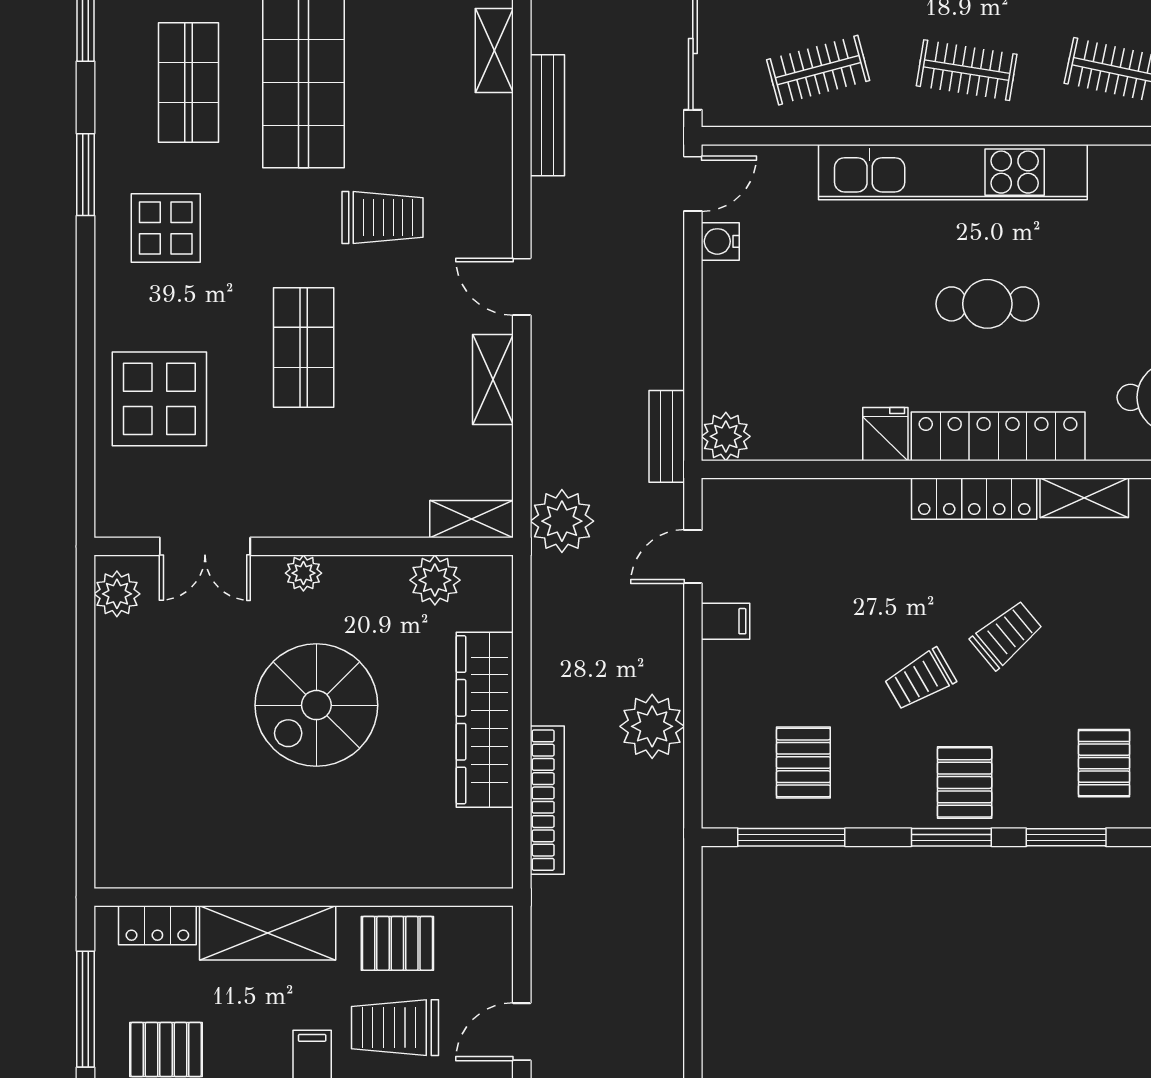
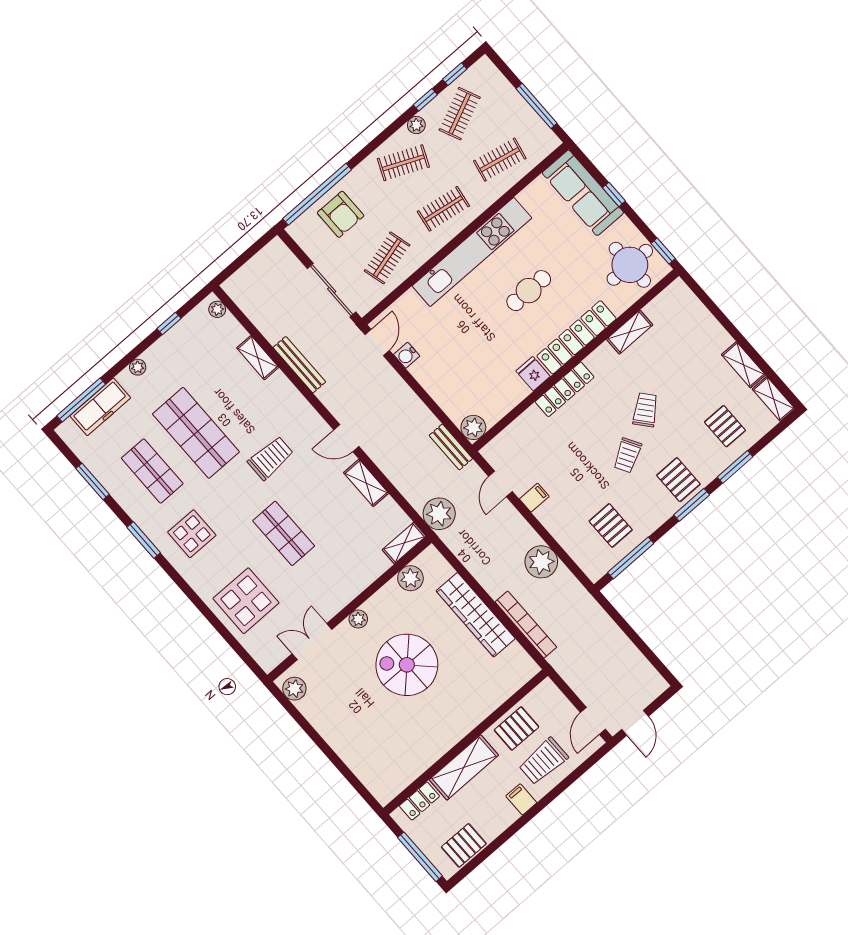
locker: (974, 499) -> (565, 389), moved
double door: (205, 546) -> (312, 642), swing flipped
spiral stairs: (316, 705) -> (407, 665), turned 90

